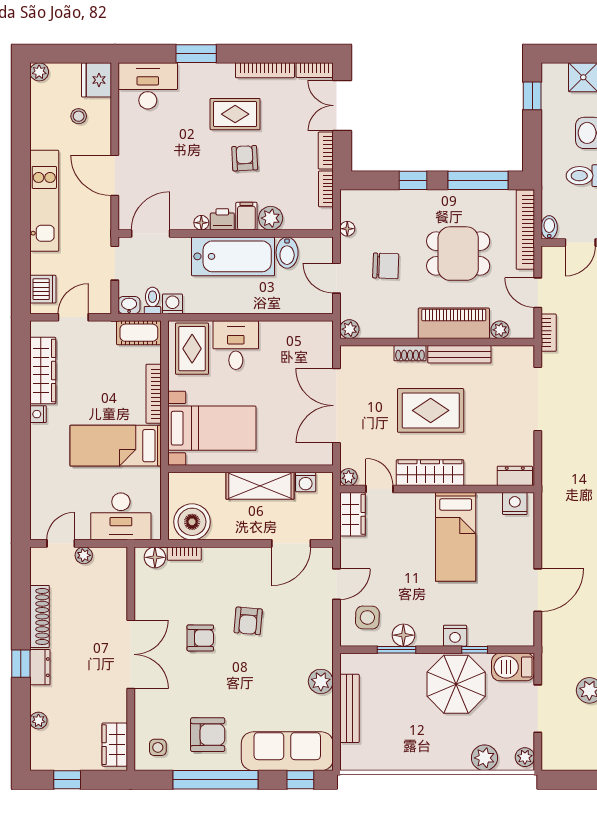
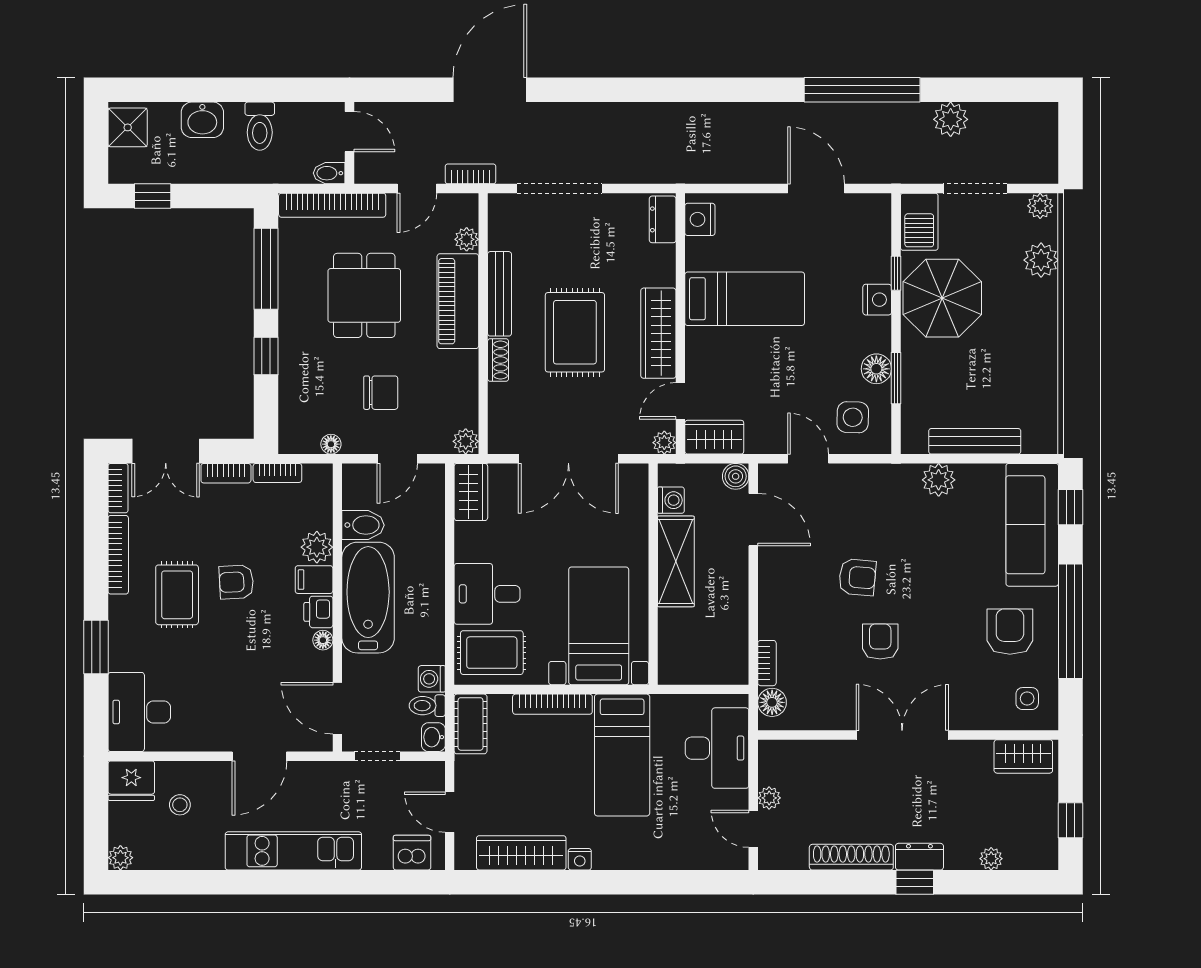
chair: (386, 266) -> (381, 393), turned 88
wardrobe: (312, 333) -> (471, 492), added
boiler: (192, 522) -> (736, 476), moved, width x0.54, depth x0.54

